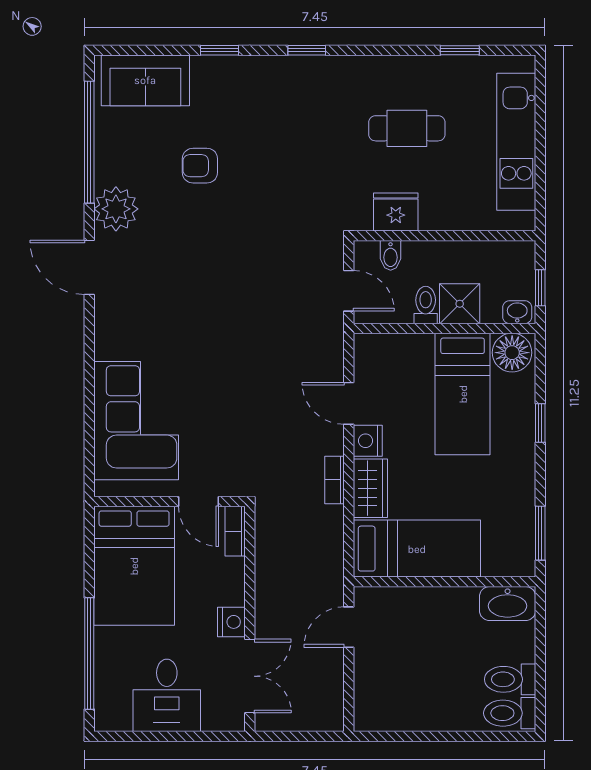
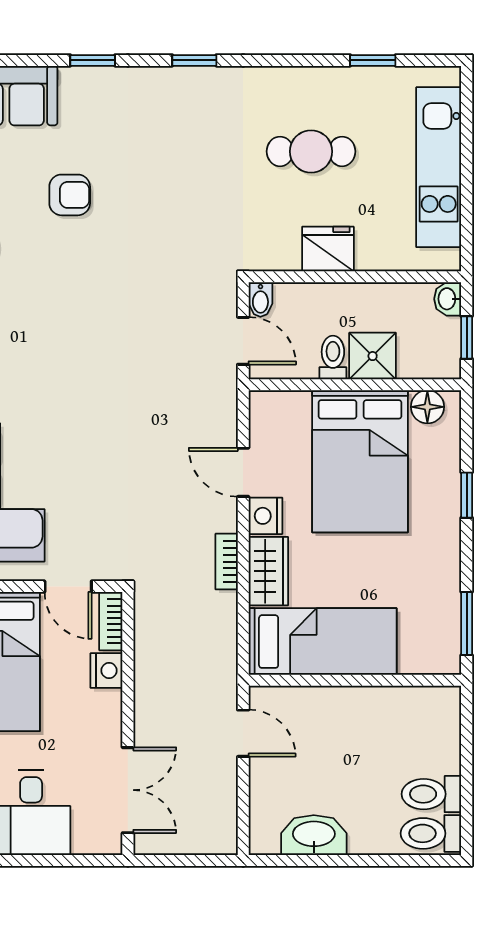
armchair: (200, 166) -> (70, 195), turned 180
fridge: (396, 212) -> (328, 249), moved
bidet: (391, 255) -> (260, 300), moved
washbasin: (517, 312) -> (448, 299), moved, turned -90
floor lamp: (512, 353) -> (427, 407), width x0.73, depth x0.73
bed: (463, 394) -> (360, 461), width x1.50
washbasin: (508, 604) -> (314, 835), moved, turned 180
nightstand: (231, 622) -> (106, 671), moved
door: (349, 627) -> (243, 733), swing flipped

